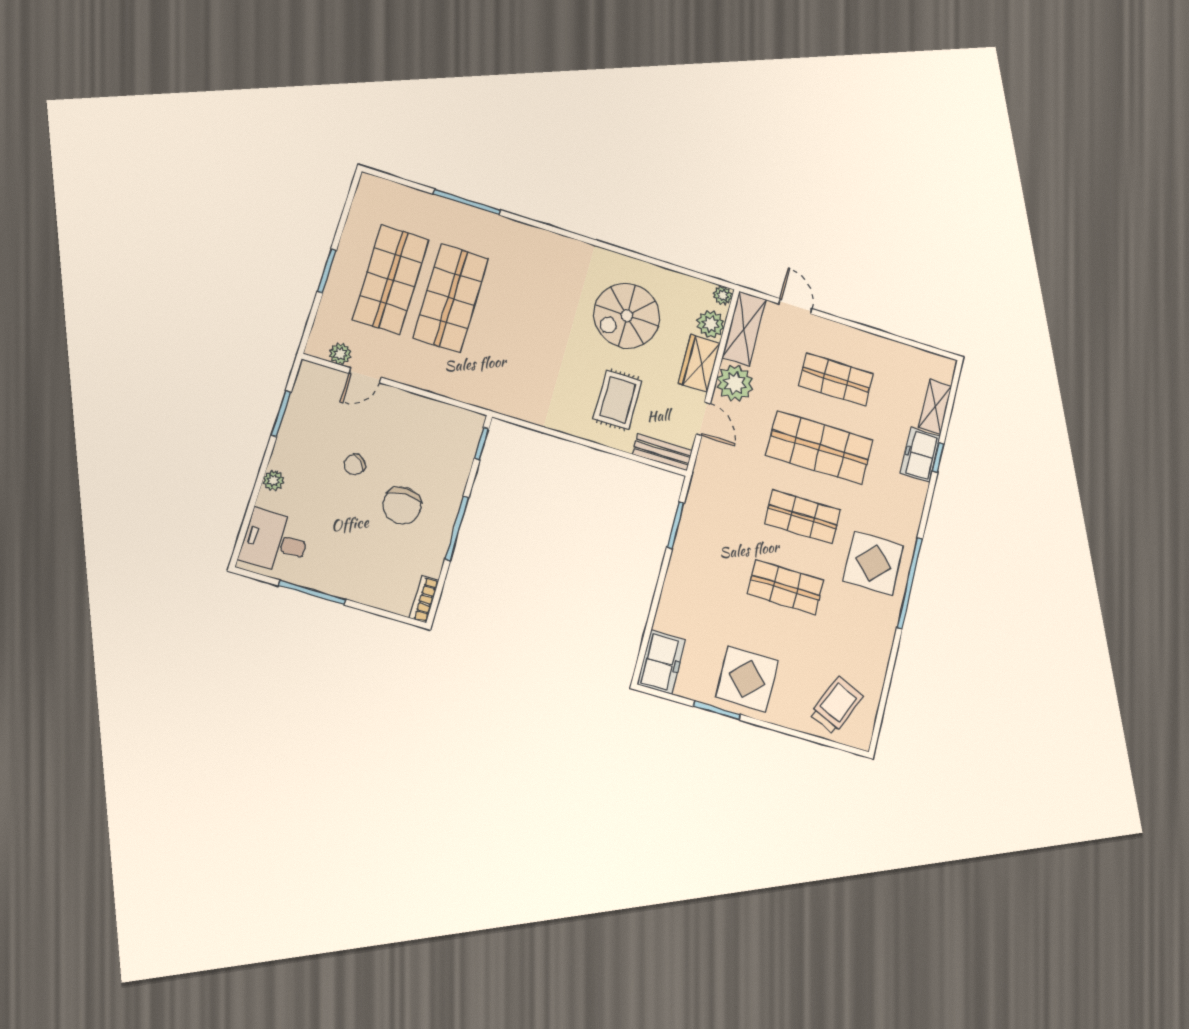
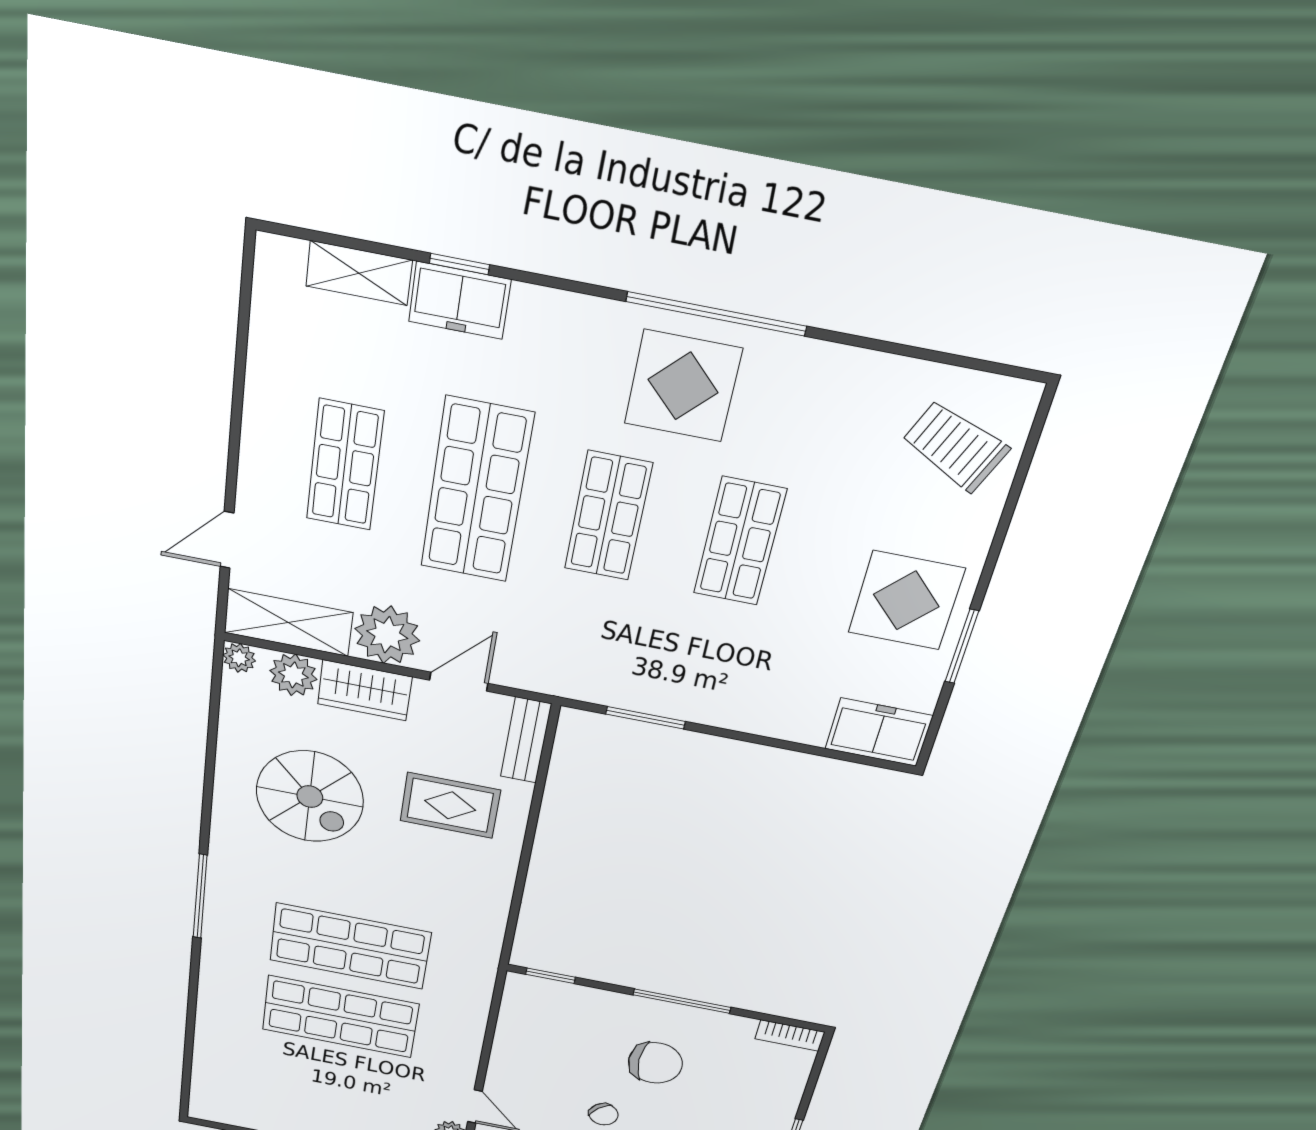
window: (467, 202) -> (200, 897), moved
shop shelf: (391, 279) -> (350, 946), moved

